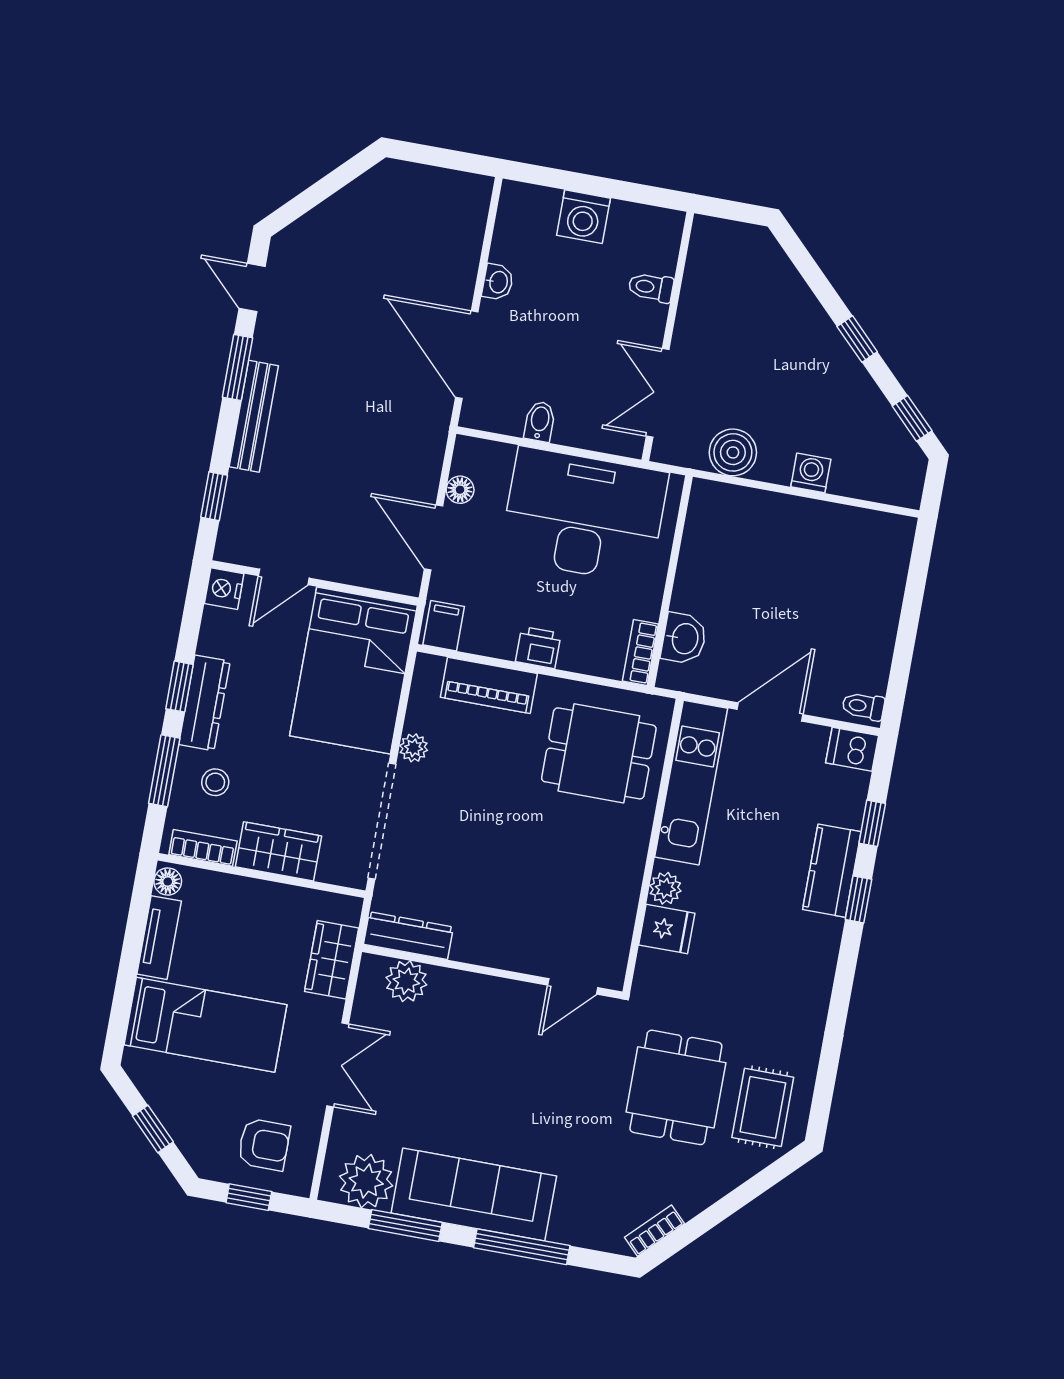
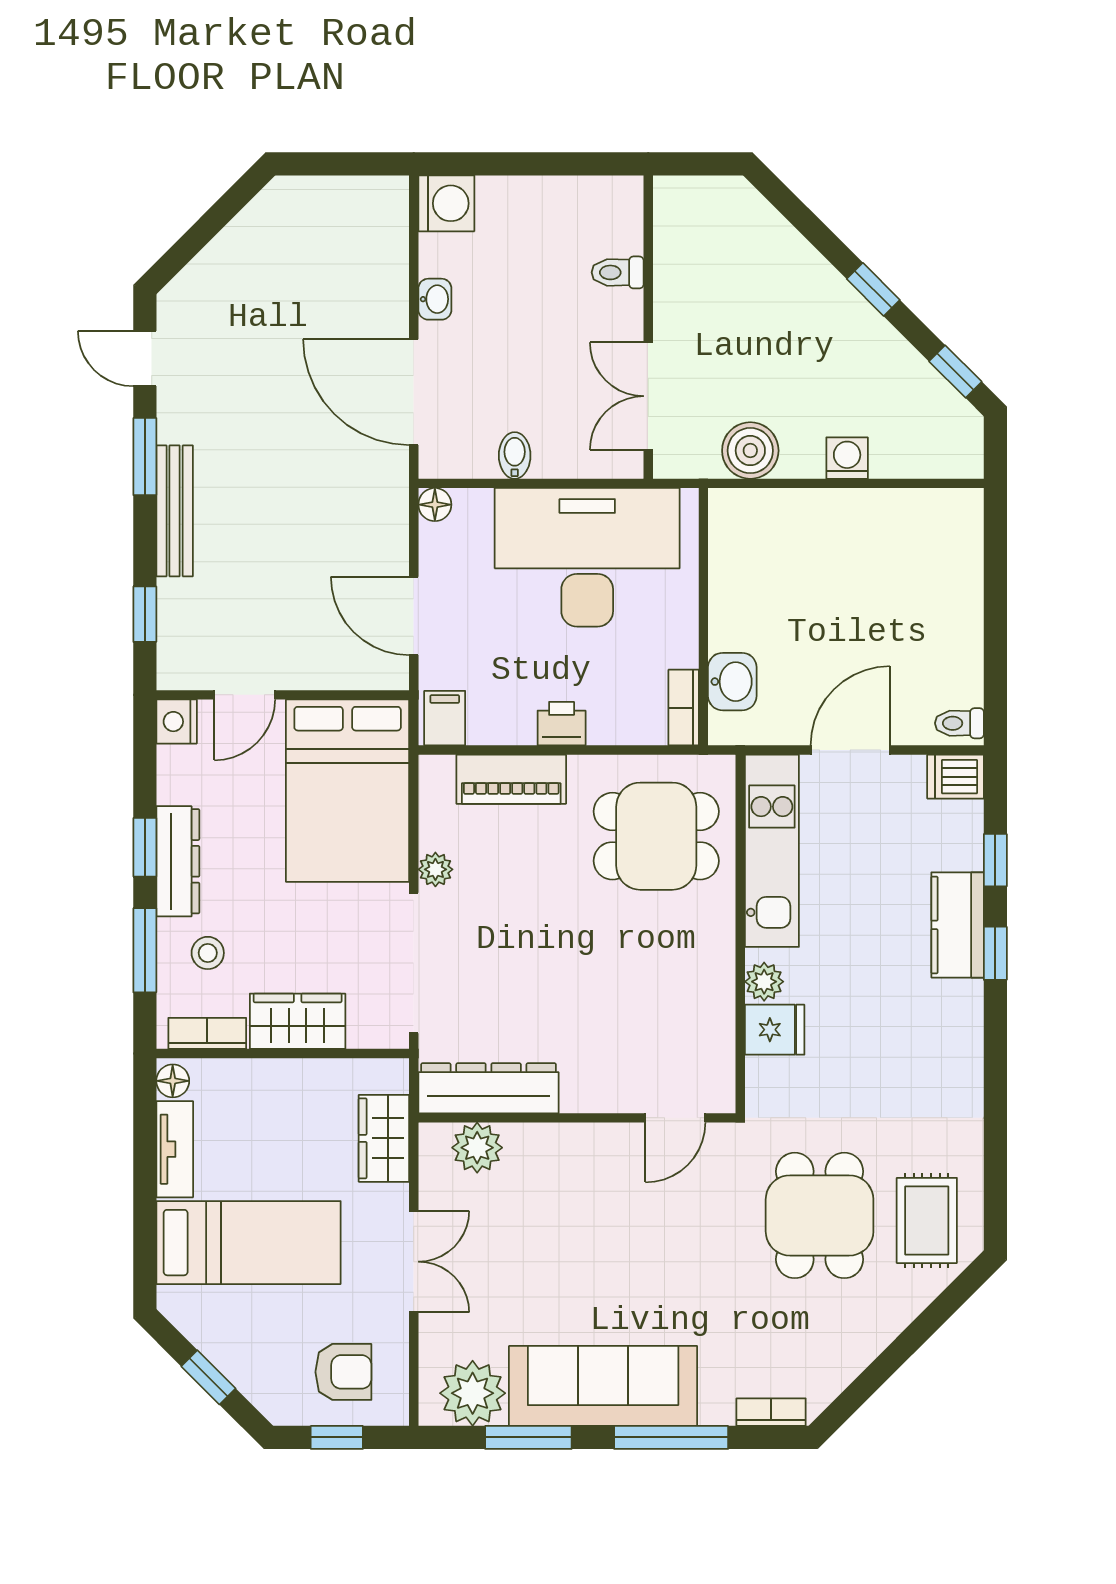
washing machine: (584, 217) -> (446, 203), moved, turned -90
floor lamp: (460, 490) -> (435, 505), moved
dresser: (408, 936) -> (489, 1088), width x1.37, depth x1.24
bookcase: (655, 1231) -> (771, 1412), moved, turned 45

